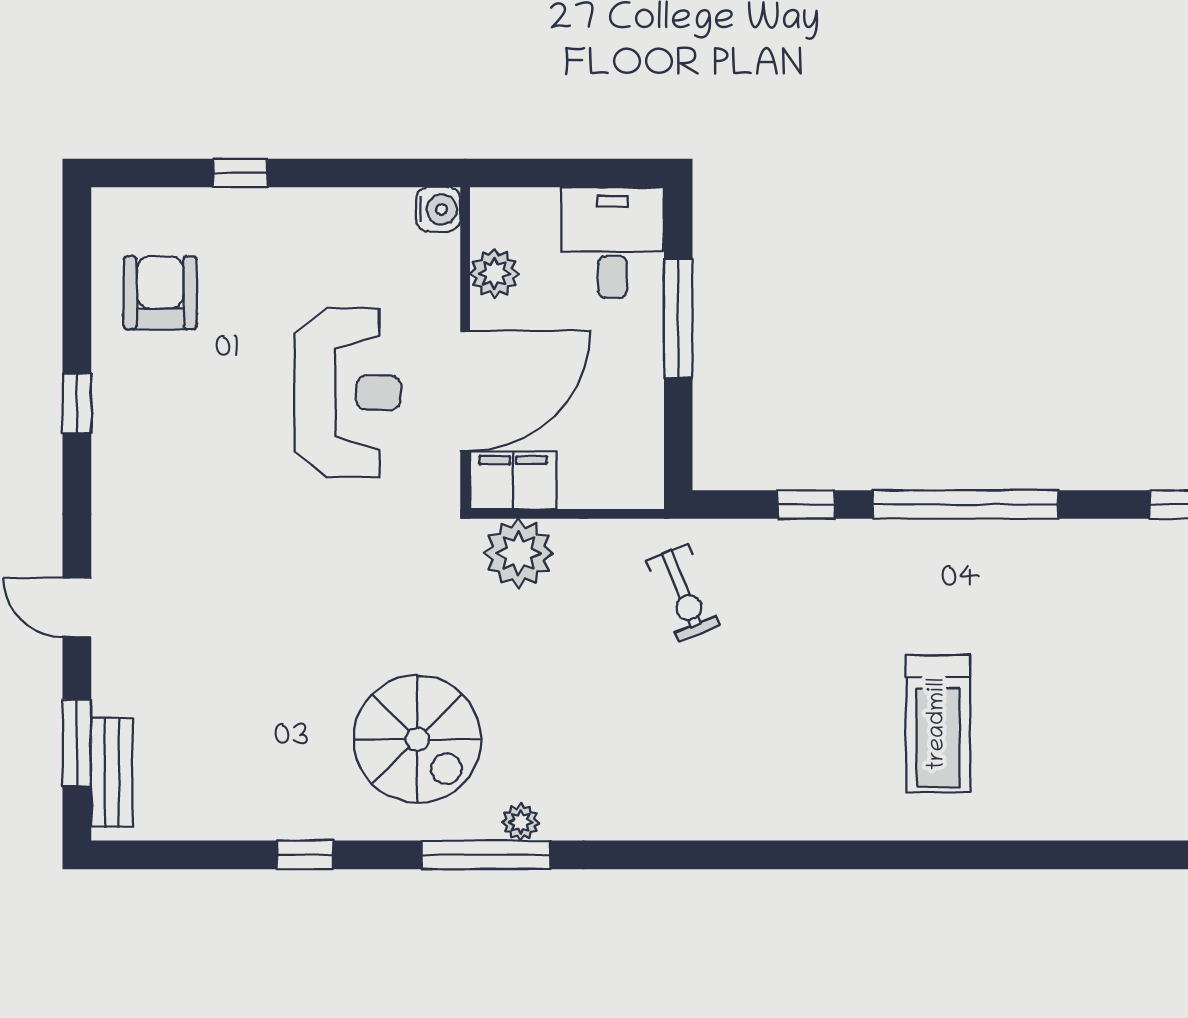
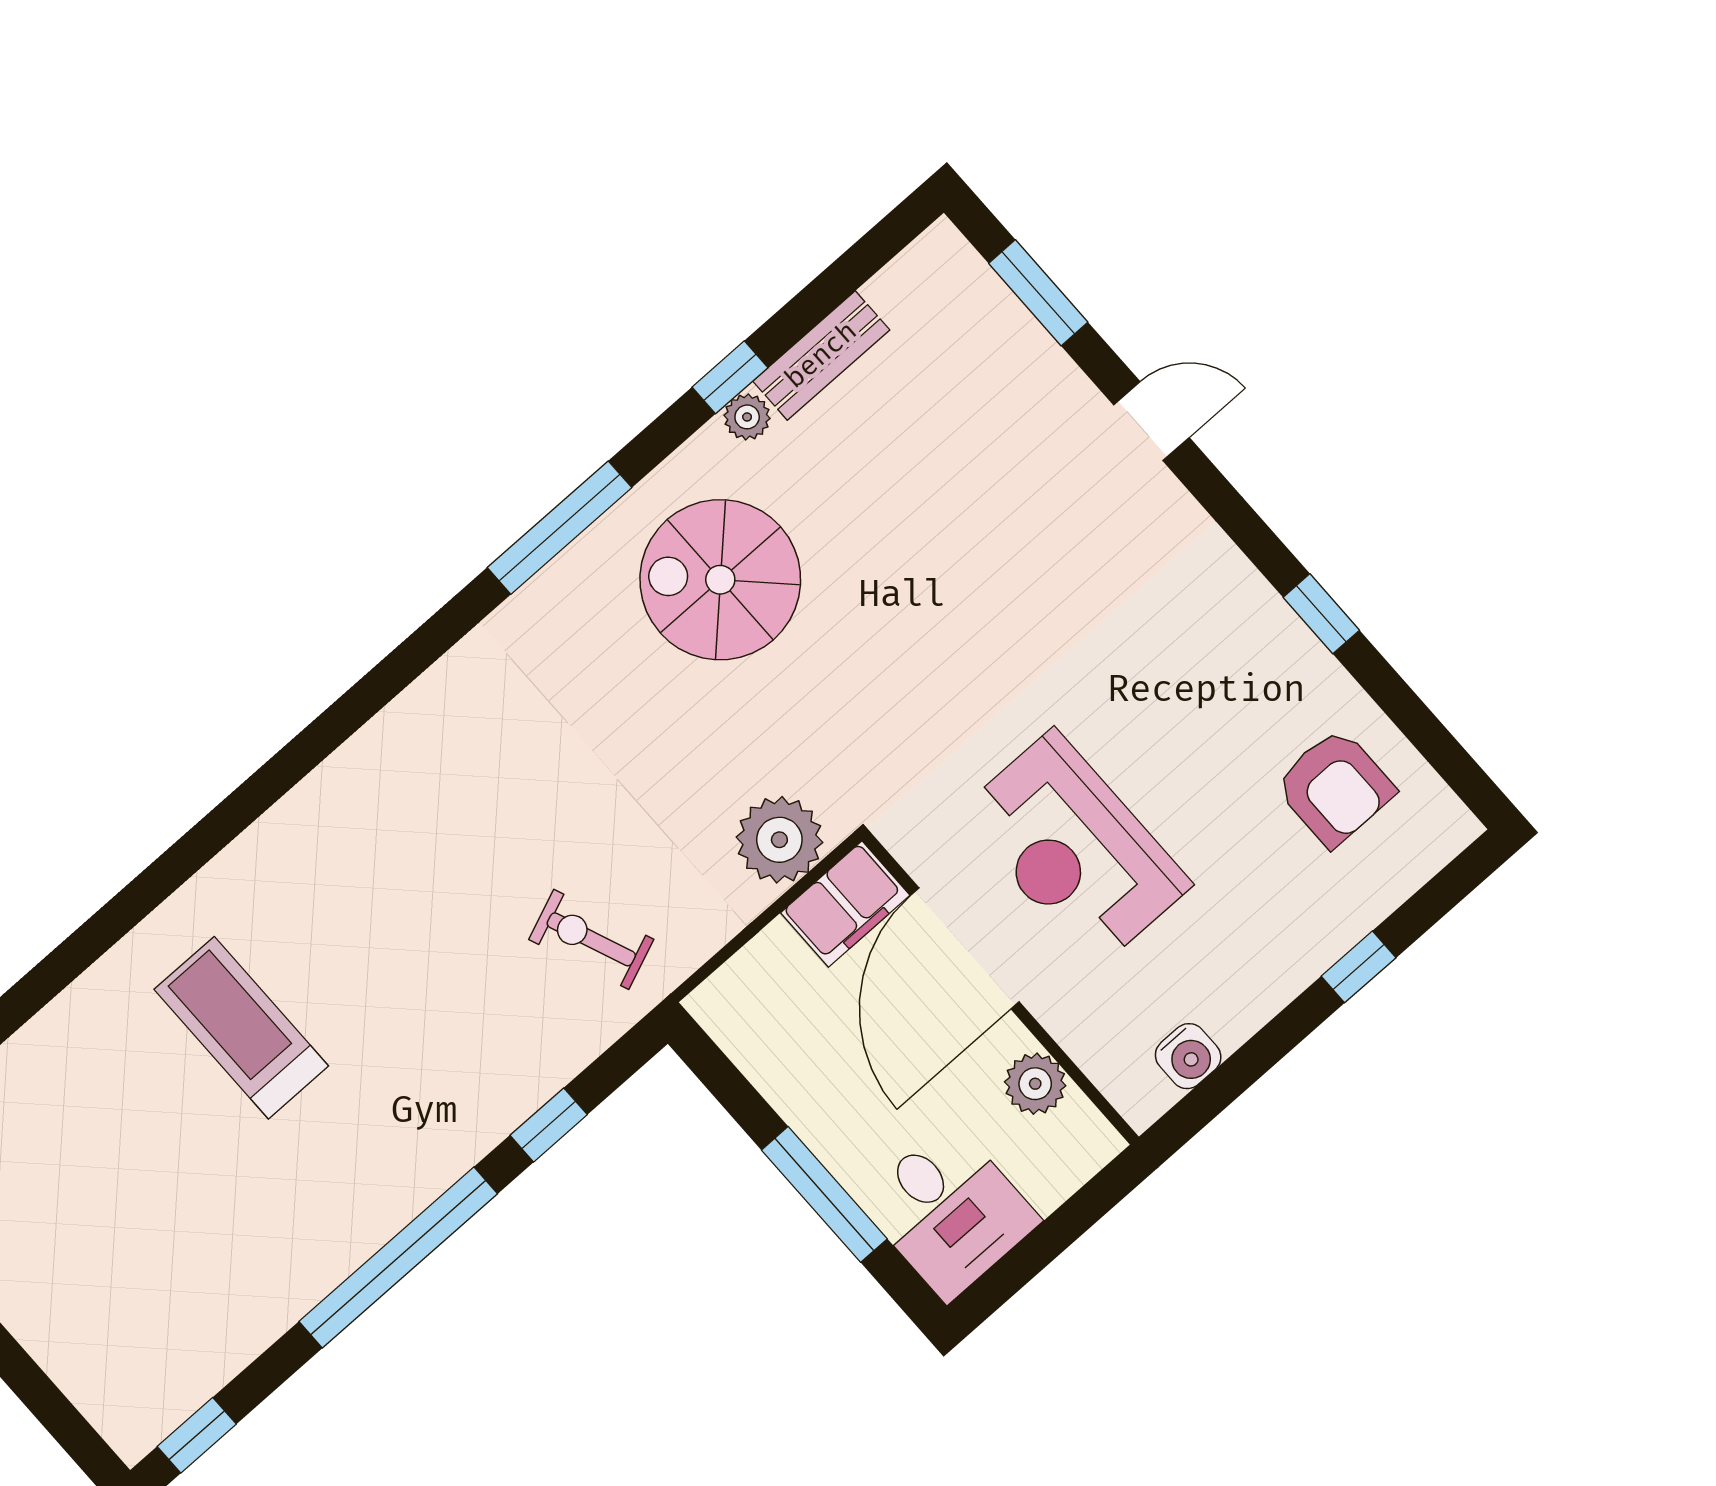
water cooler: (438, 209) -> (1188, 1056), moved, turned -90
bench: (112, 772) -> (821, 355), moved, turned 90
plant: (521, 822) -> (747, 417), moved

